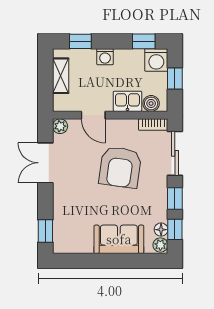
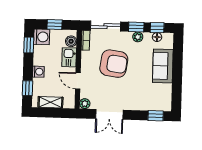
door: (93, 115) -> (78, 81), swing flipped
plant: (160, 245) -> (138, 37), moved

